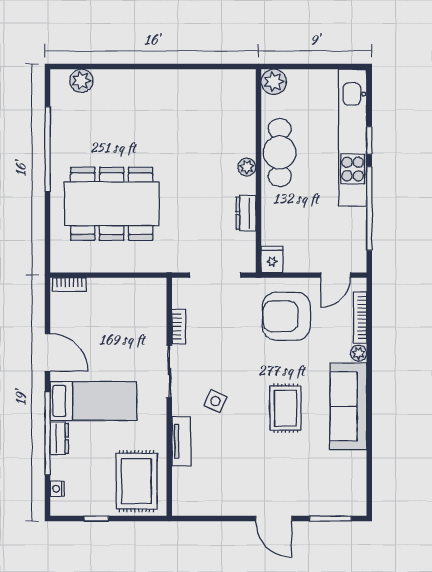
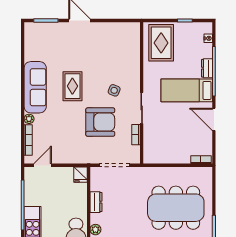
armchair: (286, 316) -> (100, 122), moved
tv unit: (181, 441) -> (134, 66), removed

